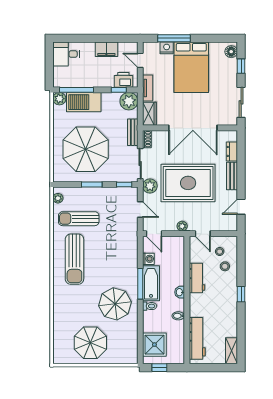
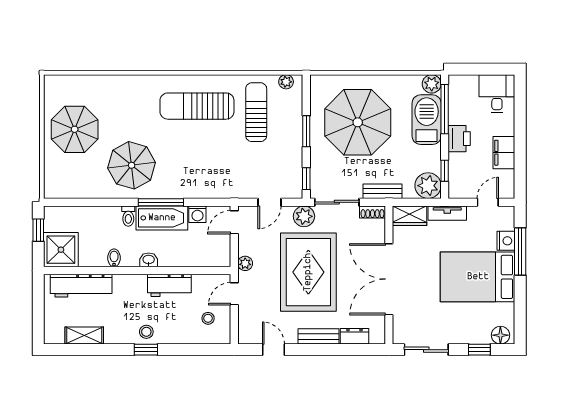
printer: (123, 80) -> (459, 139), moved
stool: (225, 266) -> (146, 332), moved
shower: (154, 345) -> (61, 250), moved
shelving: (231, 351) -> (84, 336), moved

